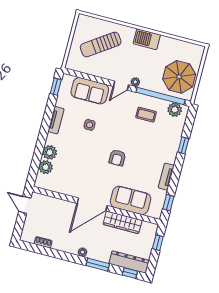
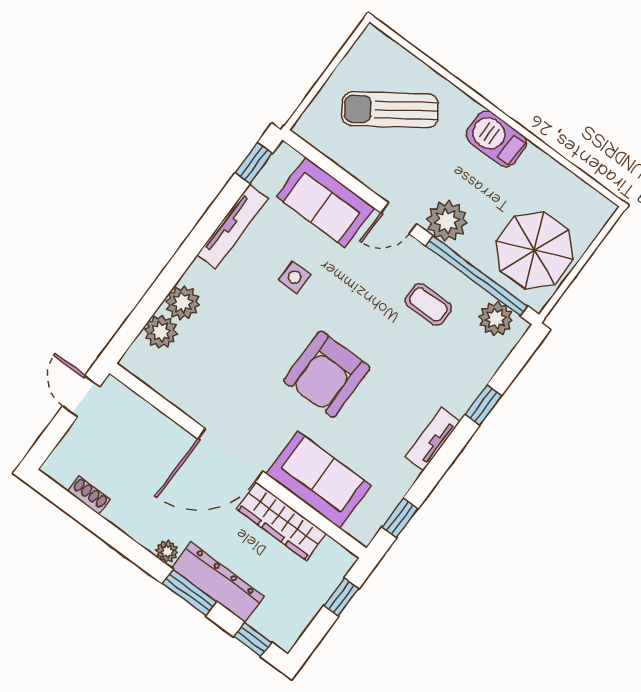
plant: (135, 82) -> (447, 221), width x1.88, depth x1.88
tv unit: (56, 120) -> (232, 227), width x1.41
armchair: (117, 158) -> (327, 374), width x1.88, depth x1.88
tv unit: (166, 177) -> (433, 439), moved
dresser: (129, 262) -> (218, 582), moved

